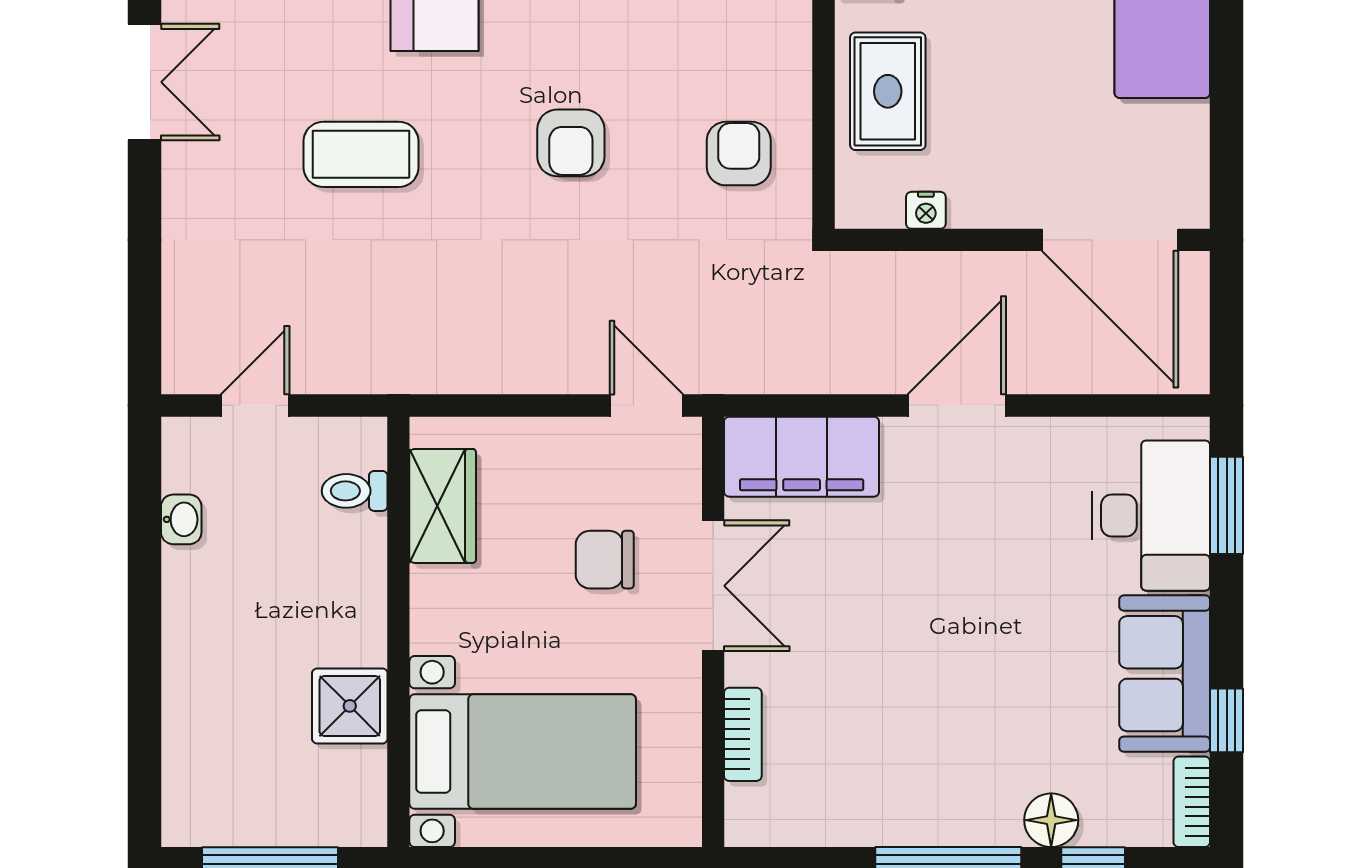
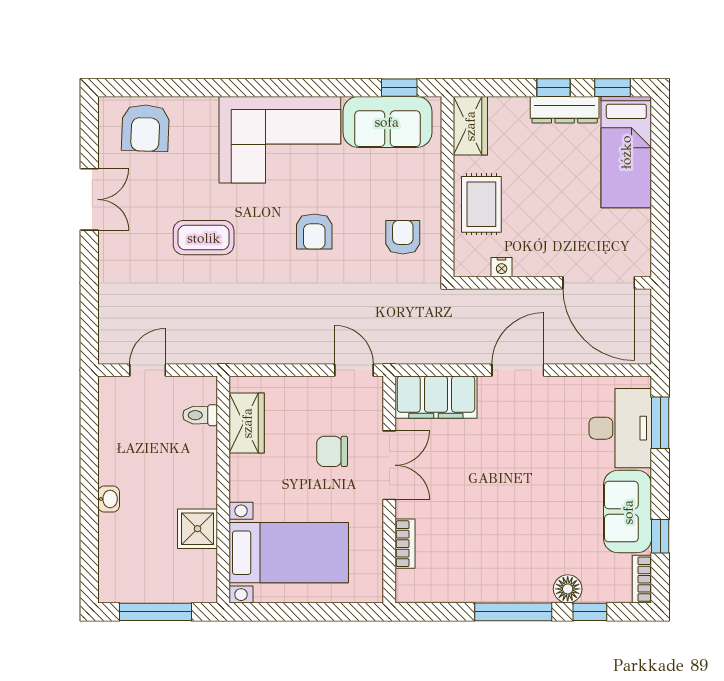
washbasin: (181, 519) -> (109, 499), moved

